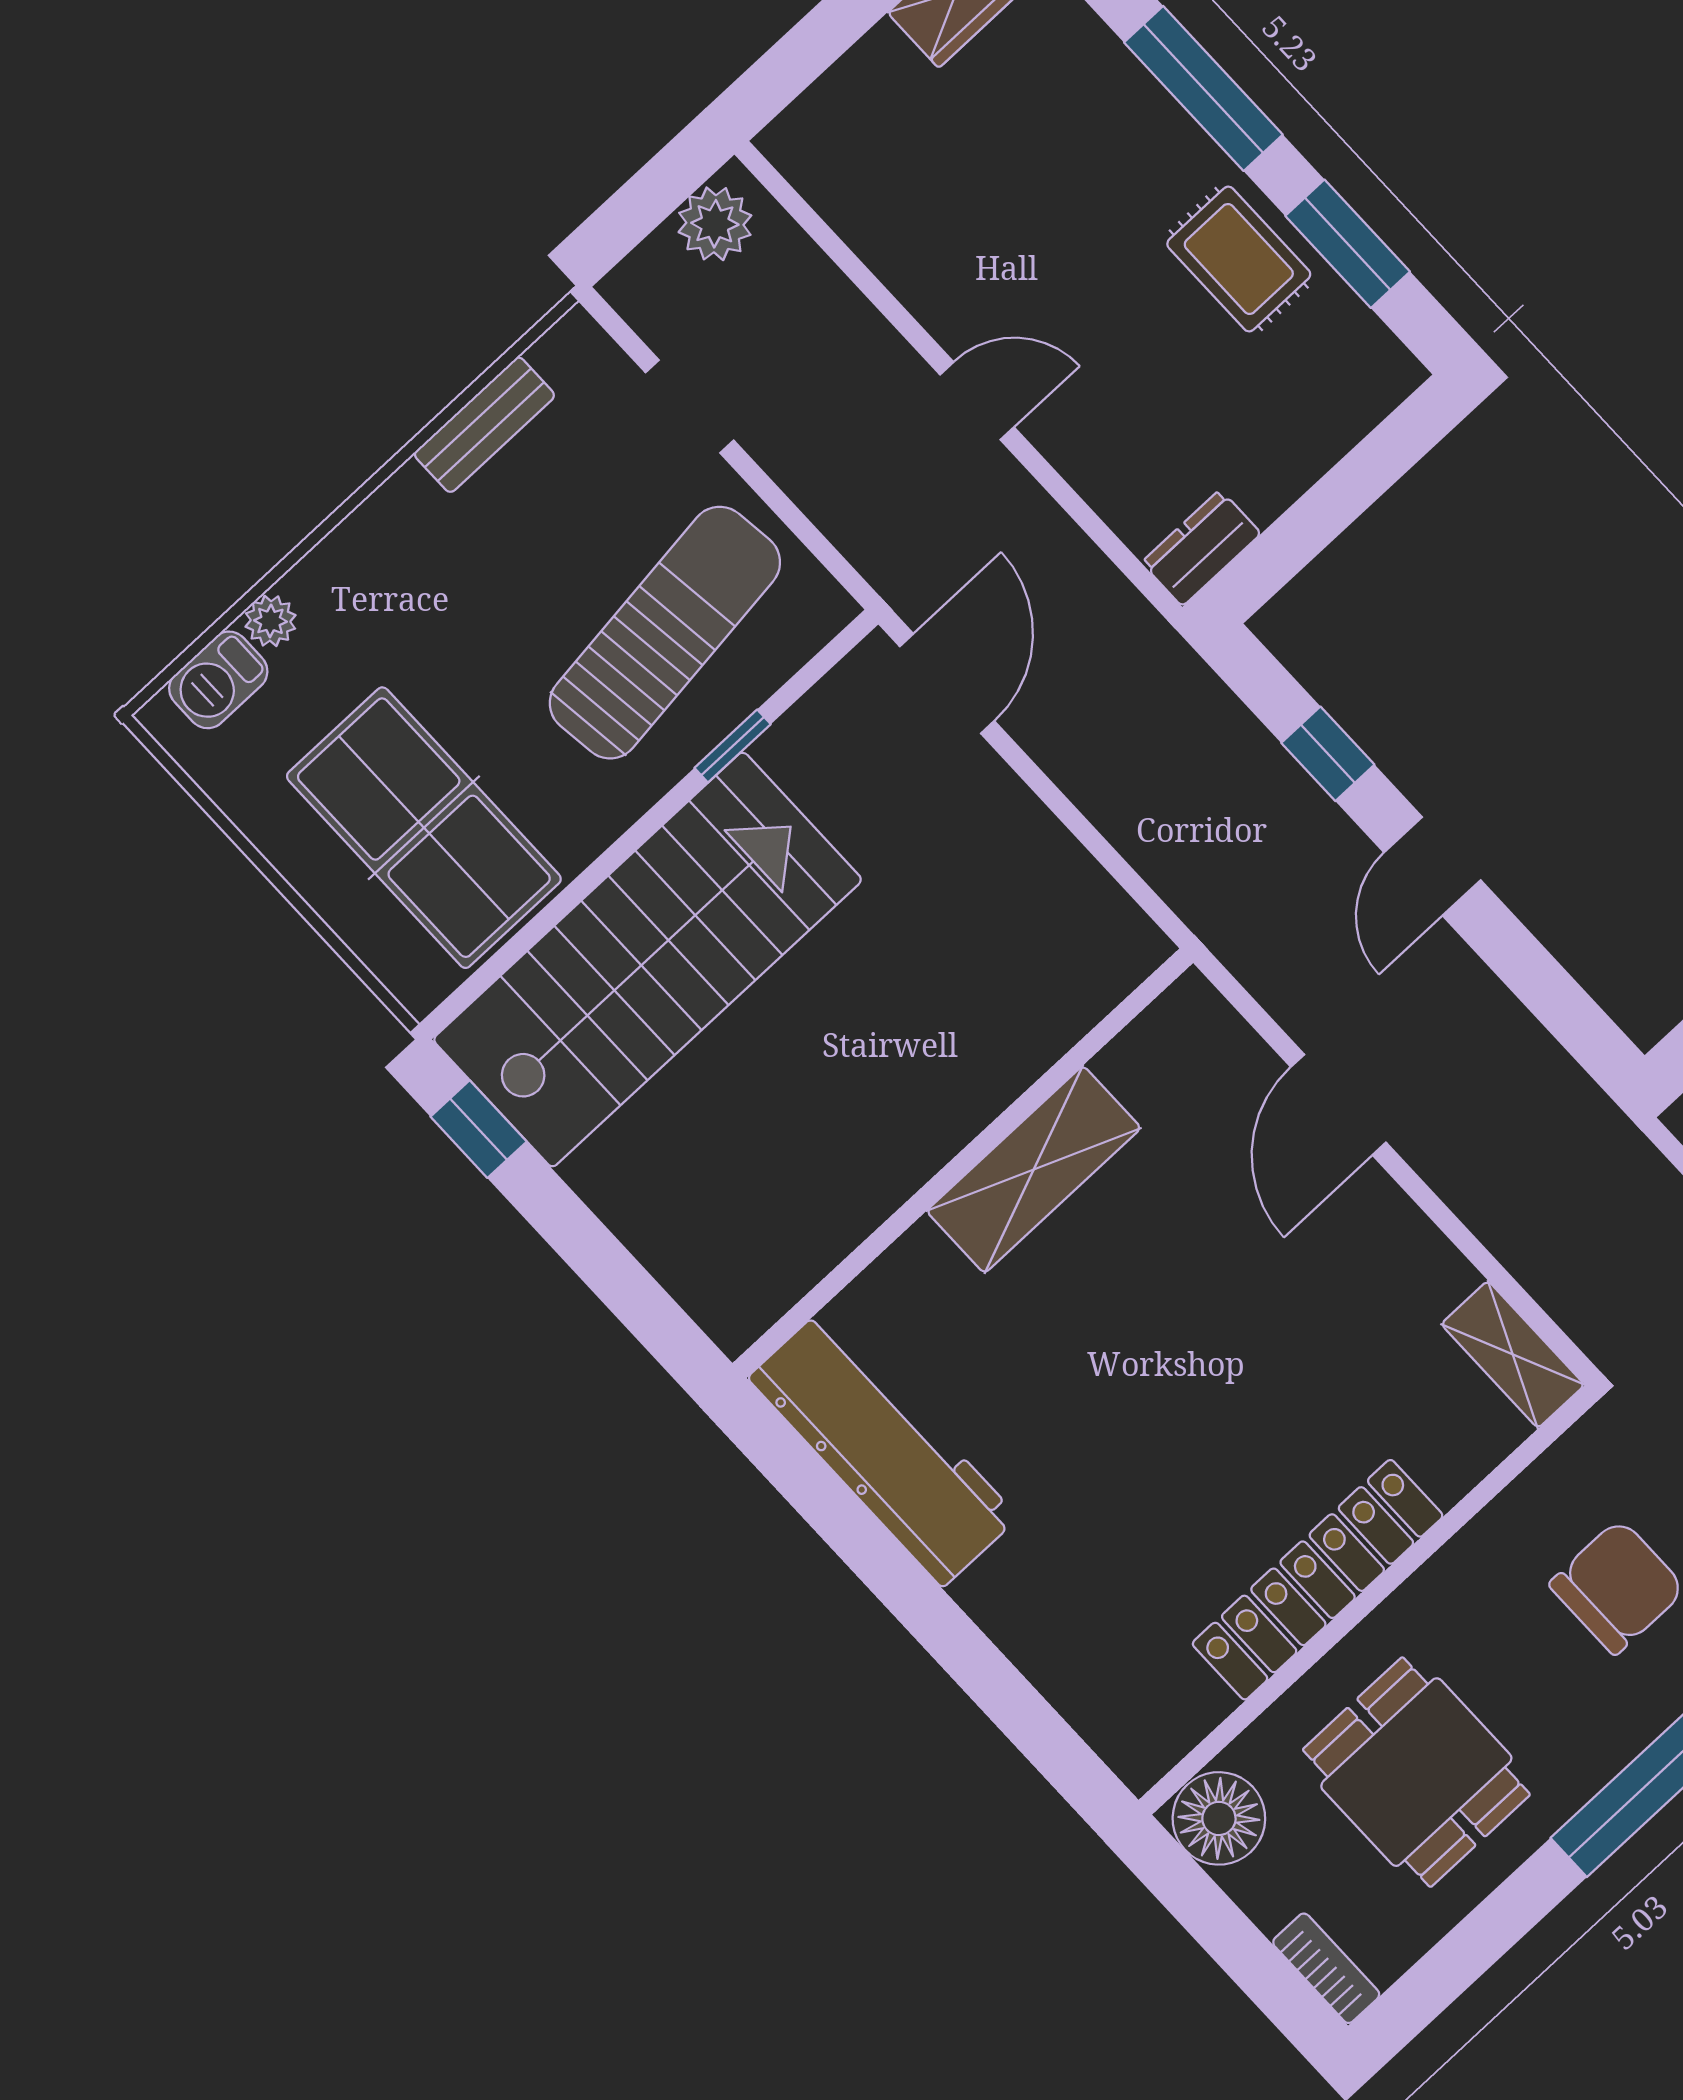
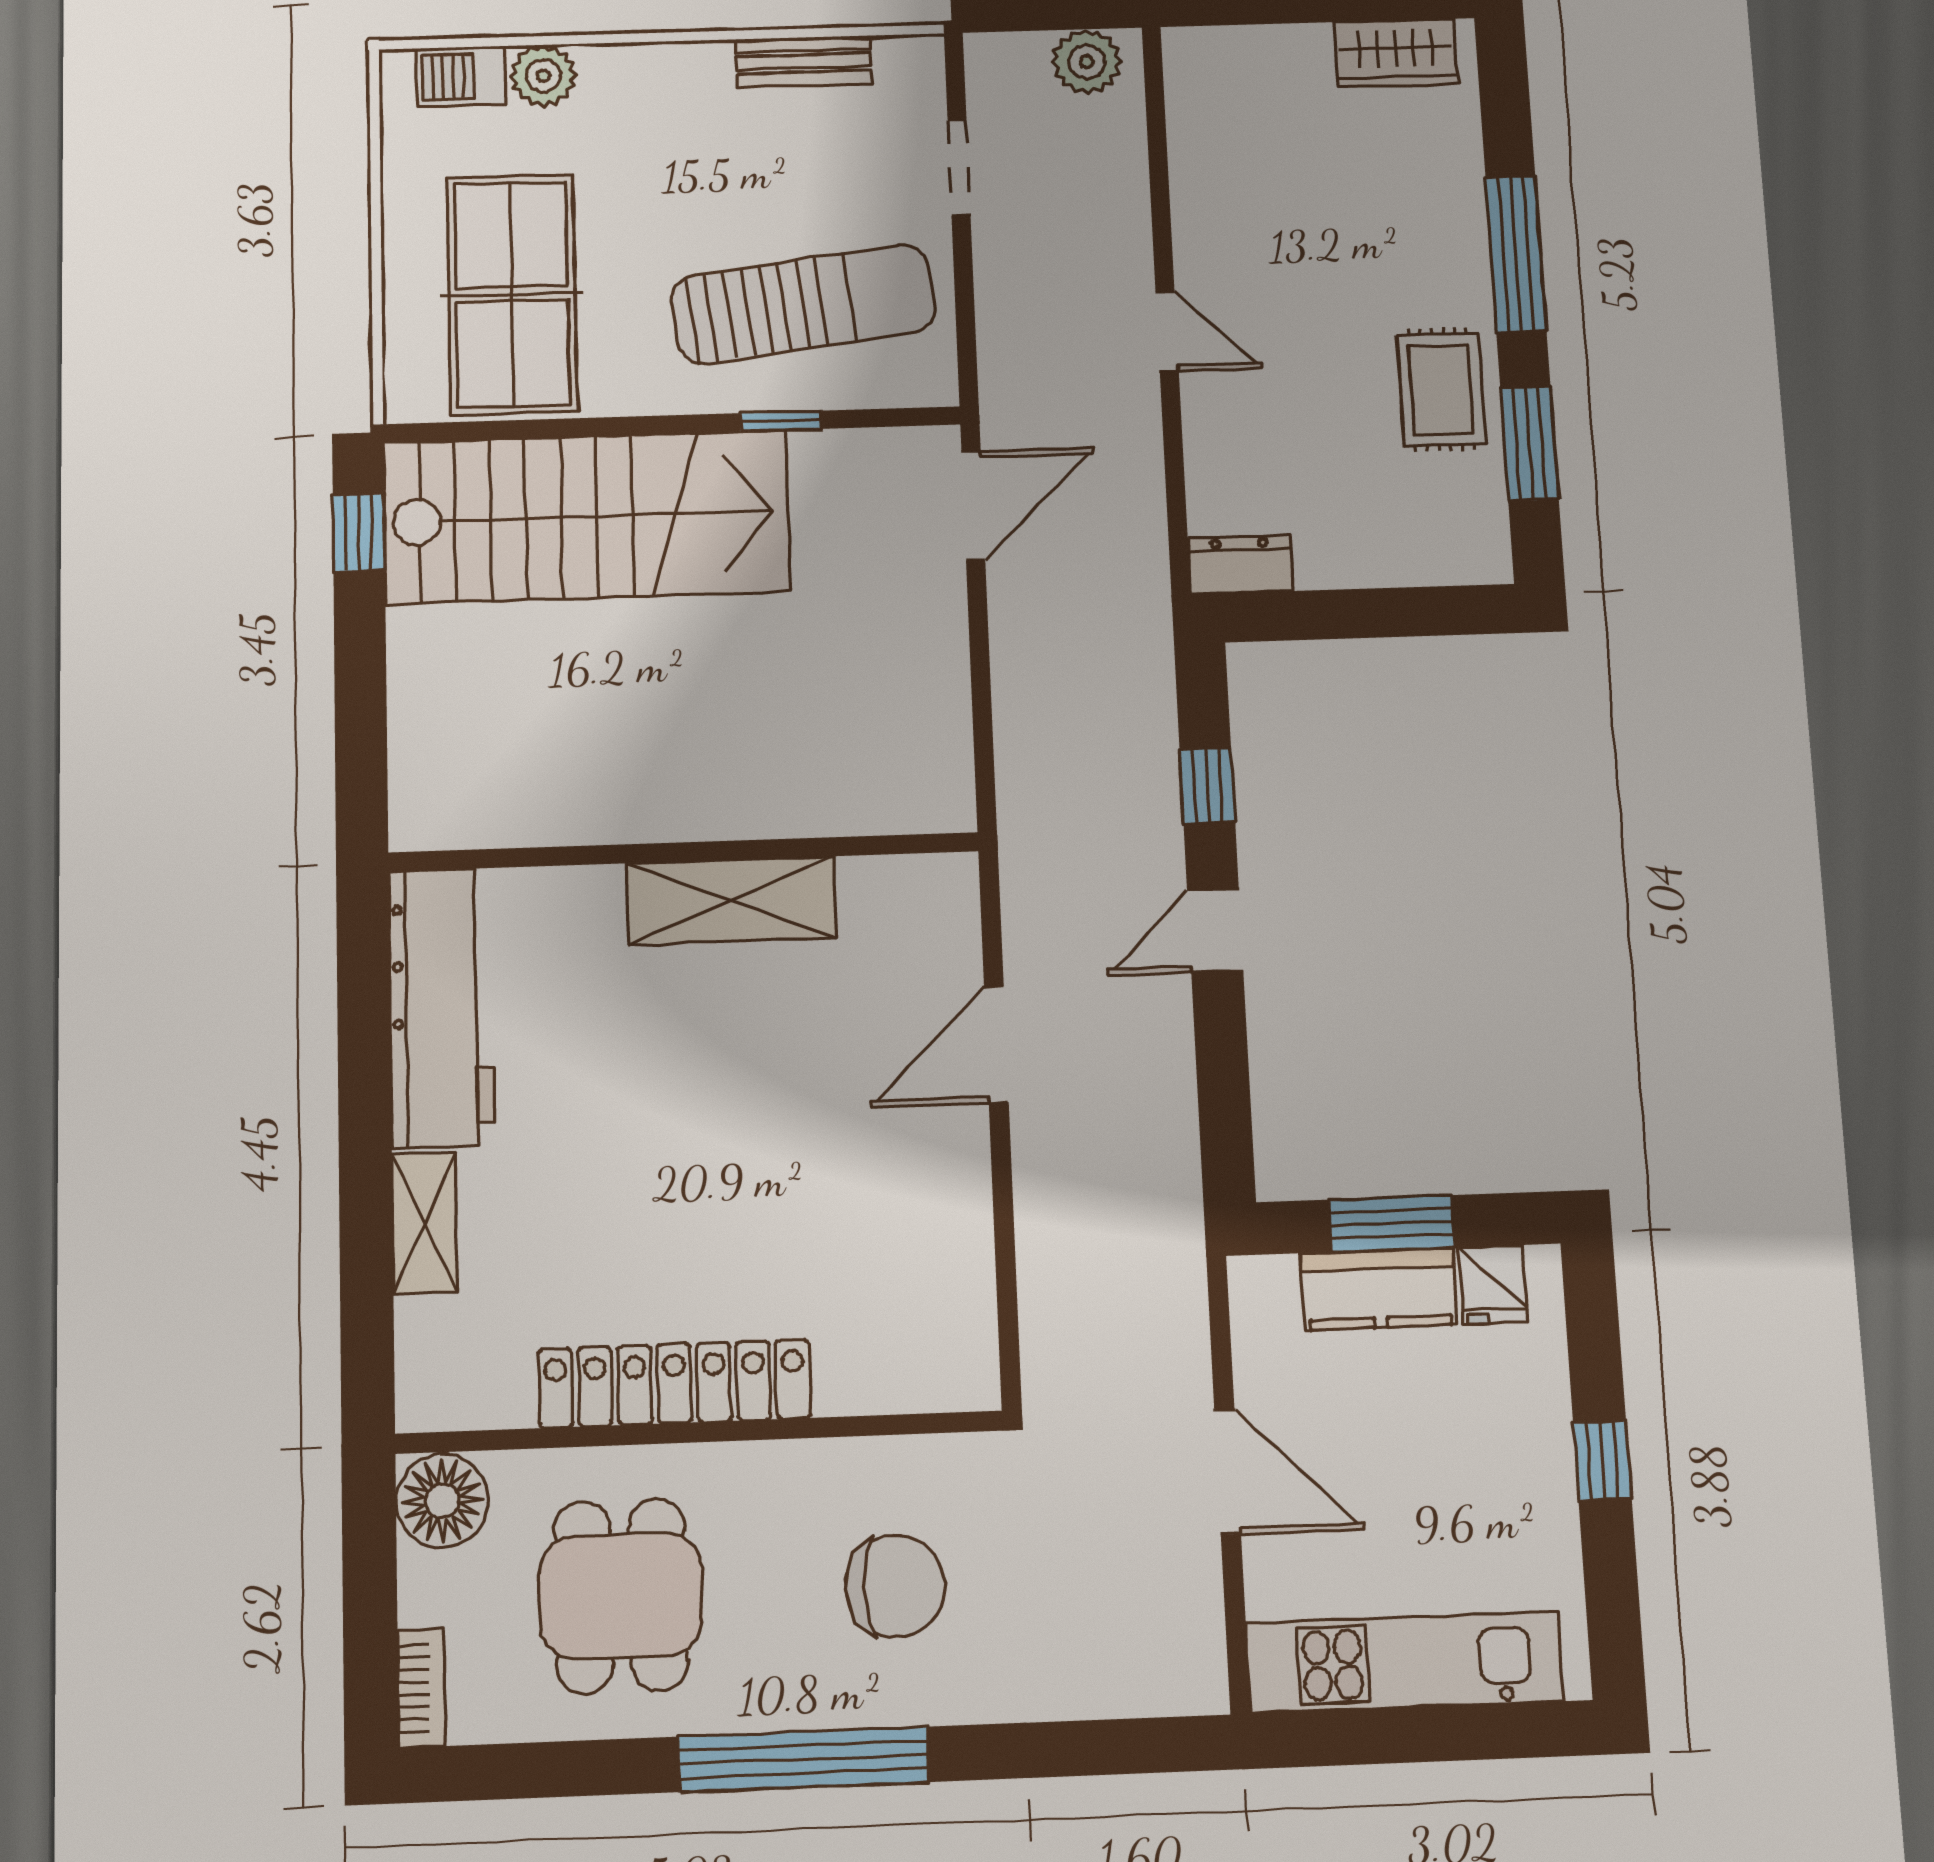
plant: (270, 621) -> (543, 76), width x1.38, depth x1.38
shelving: (1513, 1354) -> (424, 1223), moved

